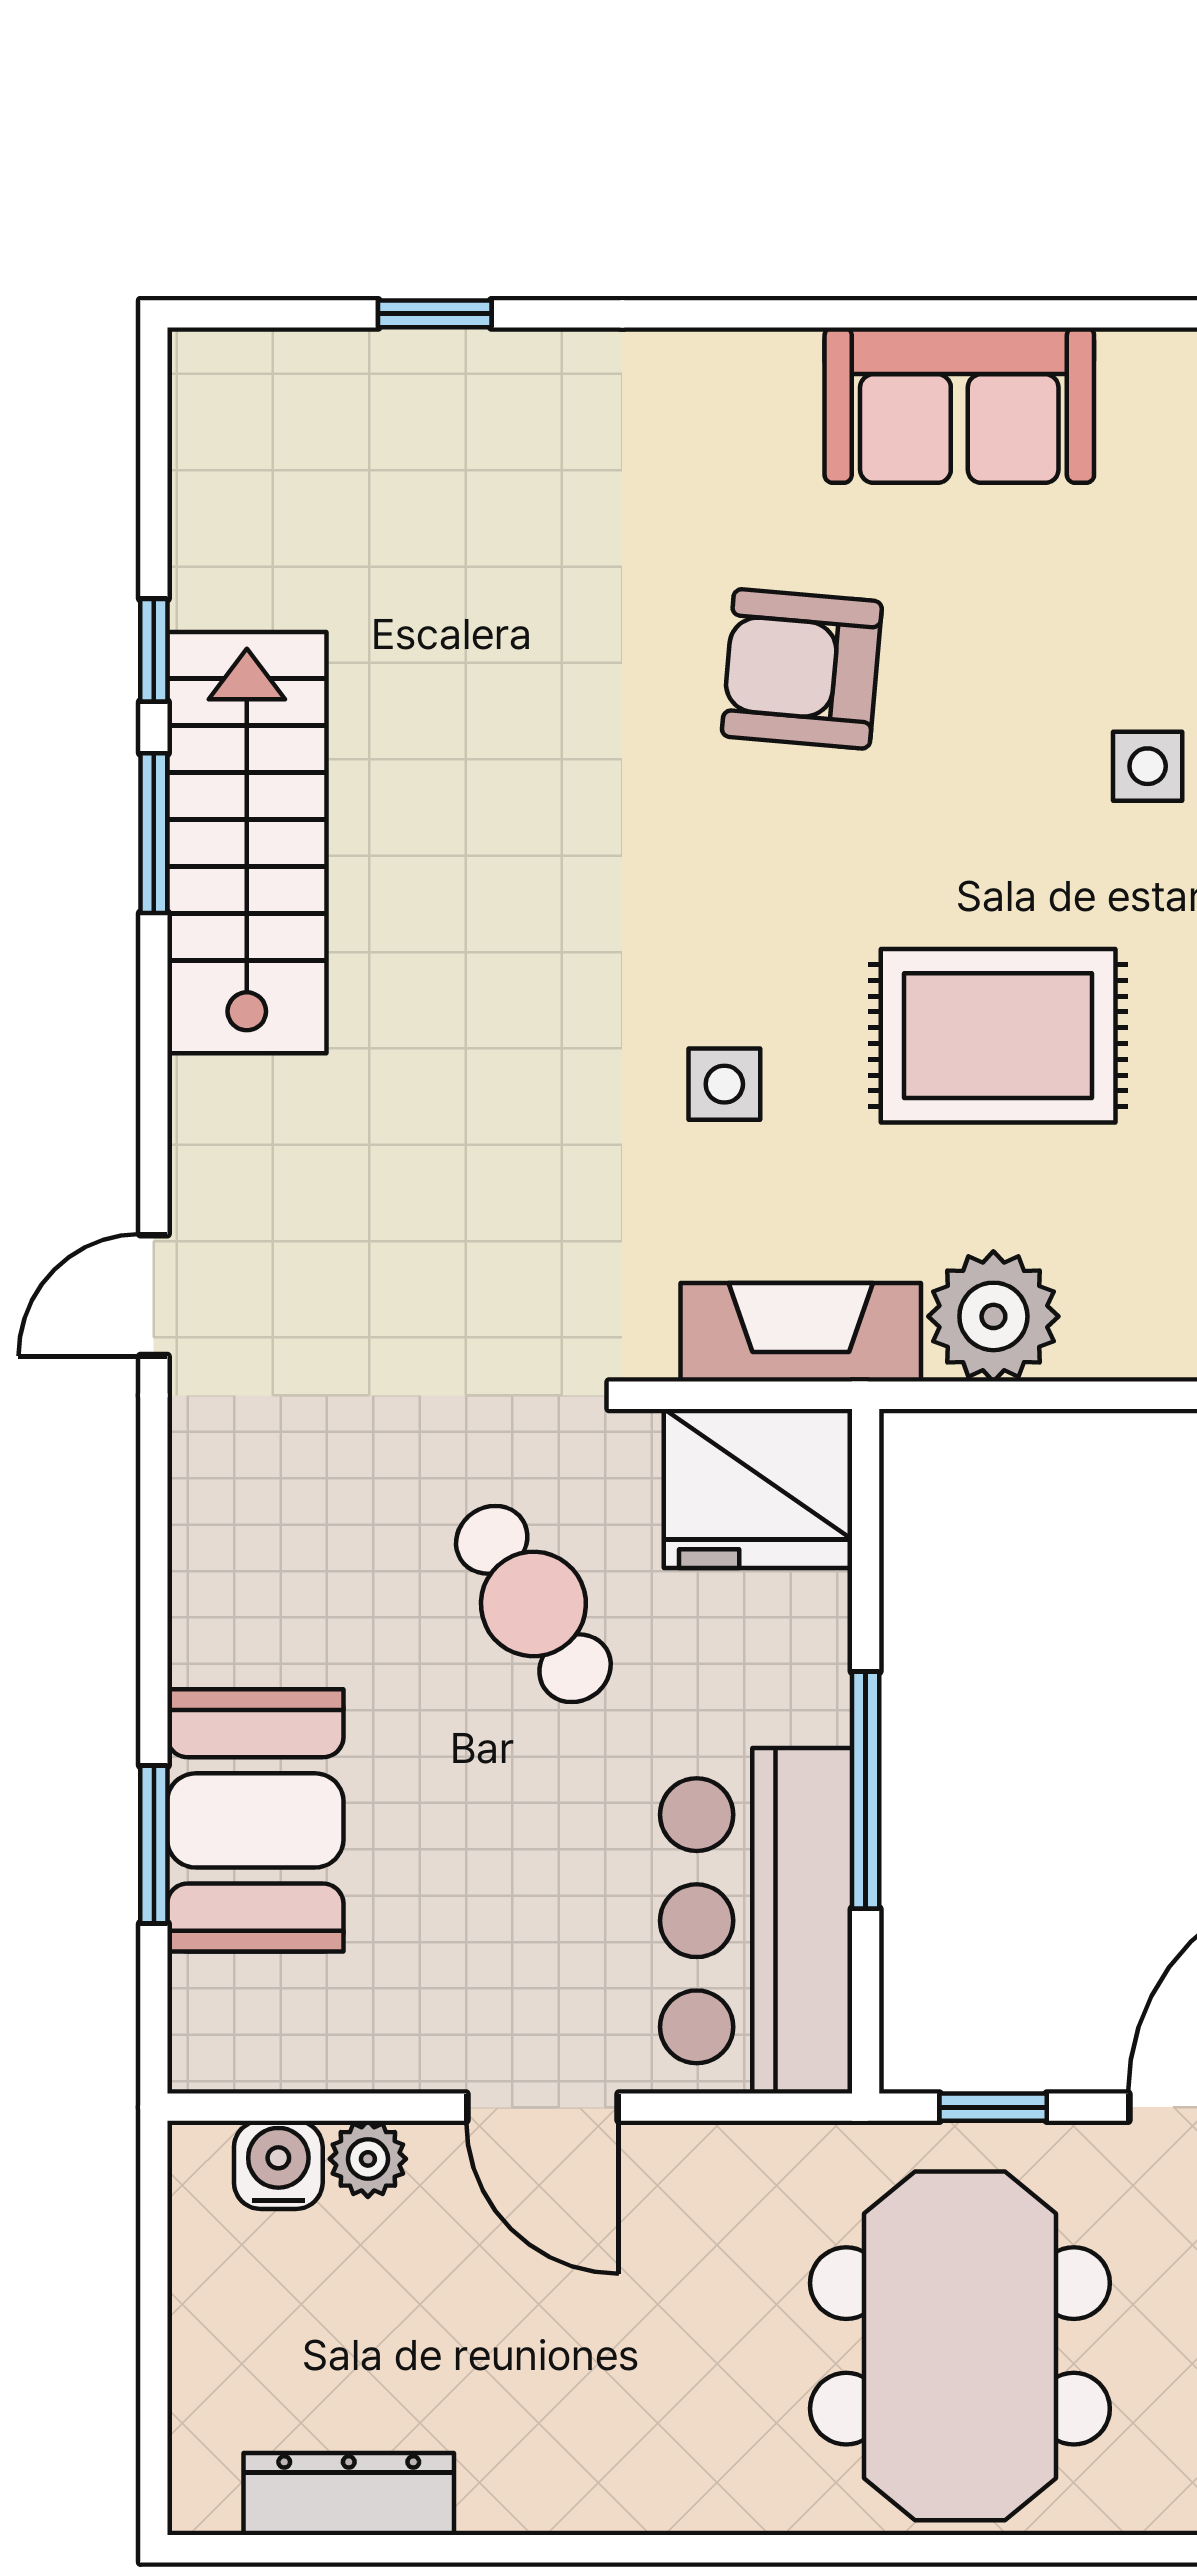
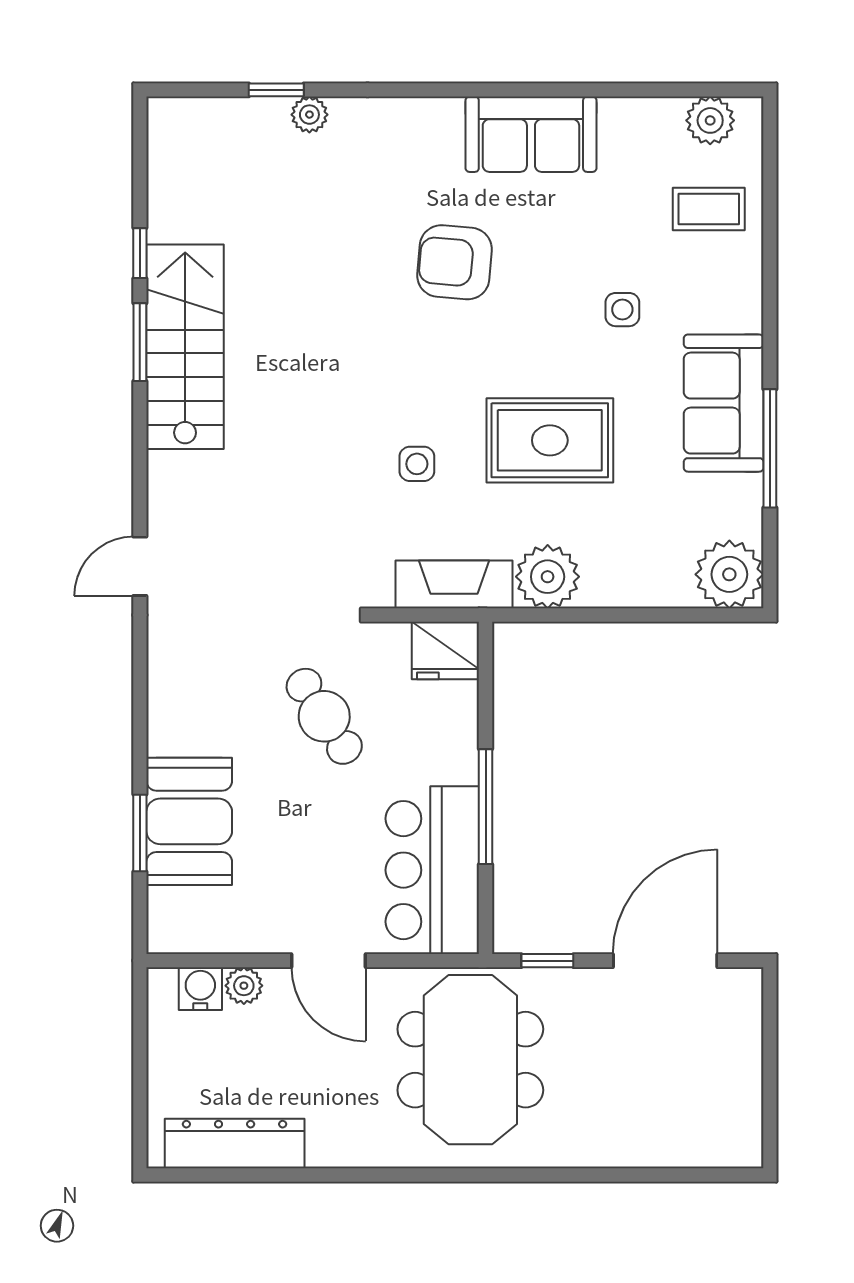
plant: (503, 365) -> (309, 115), added
fridge: (758, 1488) -> (445, 650), width x0.73, depth x0.75
meeting table: (960, 2346) -> (470, 1060), moved
dresser: (349, 2494) -> (235, 1144), width x1.37, depth x1.24

